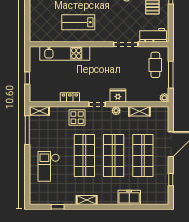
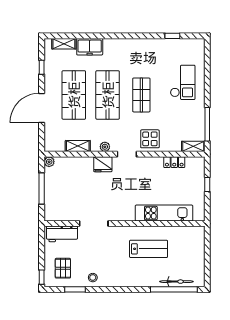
cafe table: (155, 65) -> (60, 200), removed
locker: (70, 97) -> (174, 162), moved
shop shelf: (84, 156) -> (141, 95), width x0.70, depth x0.74
shelving: (87, 200) -> (64, 44), moved

